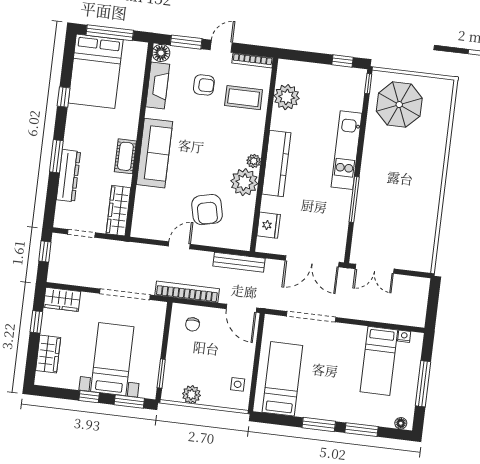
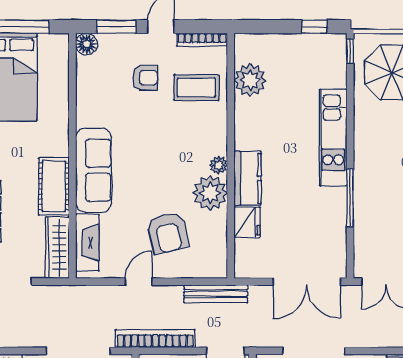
fireplace: (158, 86) -> (87, 243), moved
cot: (125, 156) -> (54, 186), width x1.37, depth x1.34
kitchen counter: (276, 163) -> (248, 178), width x0.67
fridge: (269, 225) -> (247, 222), moved

